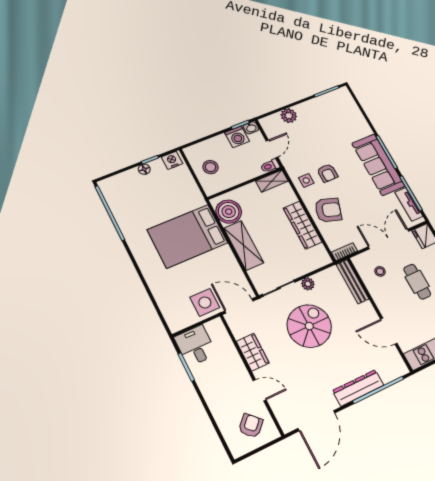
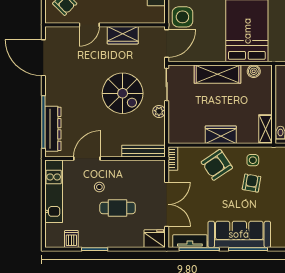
armchair: (327, 173) -> (252, 183), turned 100
armchair: (328, 210) -> (217, 165), turned 38
boiler: (229, 212) -> (254, 71), width x0.54, depth x0.54
wardrobe: (302, 225) -> (221, 135), width x0.67
stool: (380, 271) -> (99, 187), moved
dresser: (358, 388) -> (53, 129), moved

